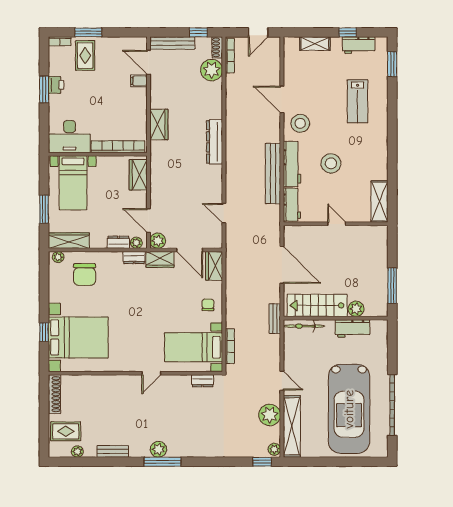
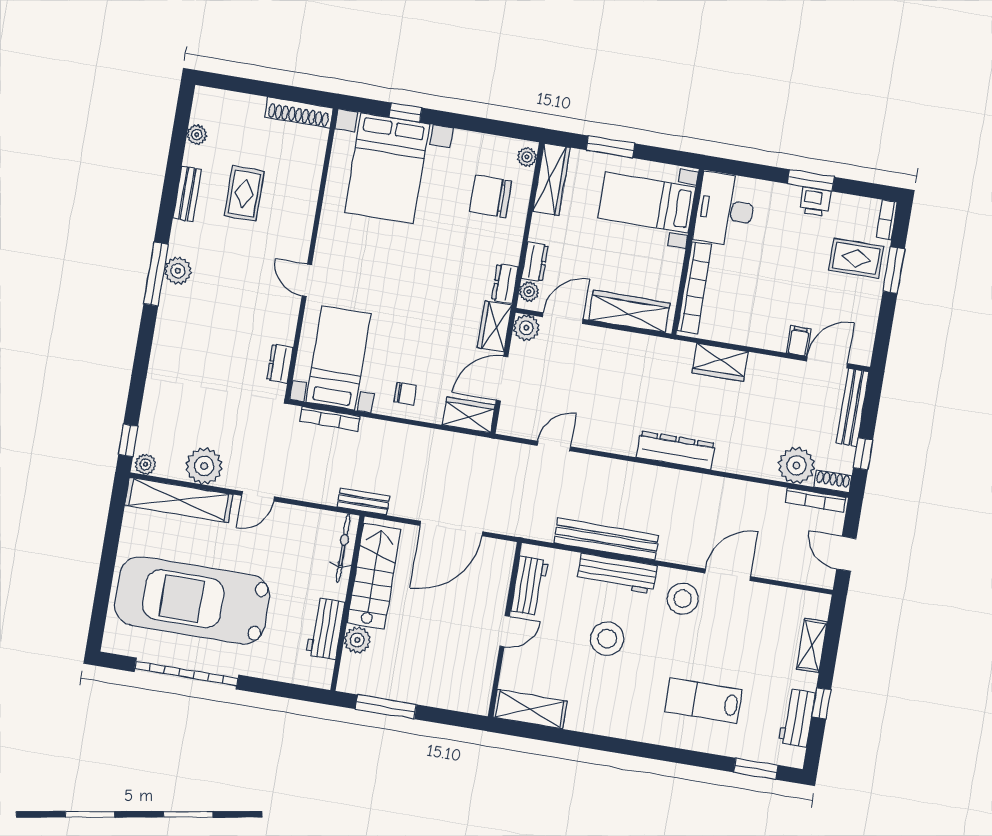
wardrobe: (138, 175) -> (629, 311), width x1.50
workbench: (292, 205) -> (529, 586), moved, turned -90
rug: (66, 431) -> (244, 194), moved

